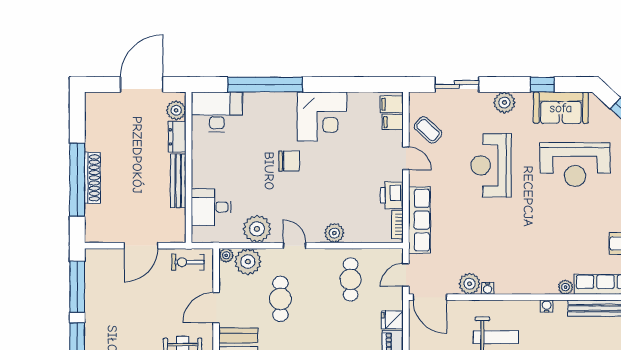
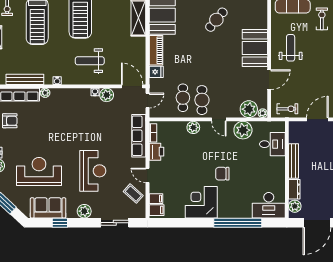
cafe table: (280, 299) -> (202, 100), moved

